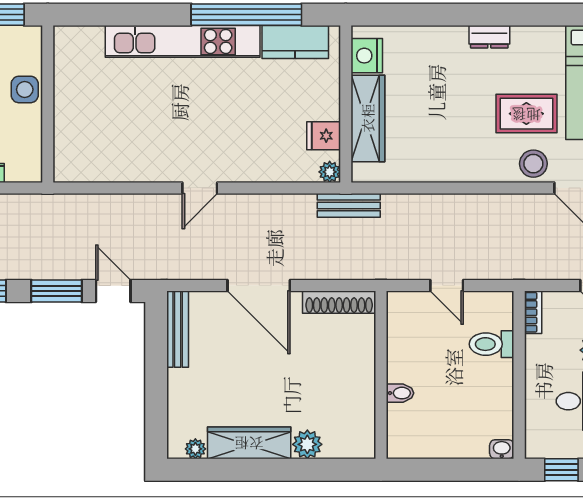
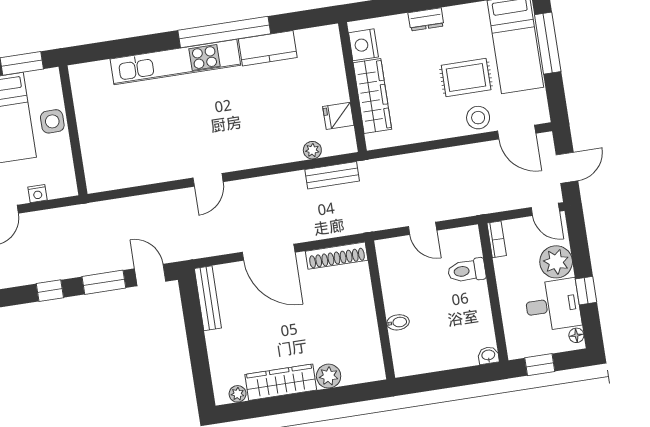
nightstand: (367, 56) -> (363, 45), moved
wall: (346, 104) -> (352, 87), moved
wardrobe: (368, 118) -> (372, 96), moved
fridge: (324, 136) -> (338, 116), moved

